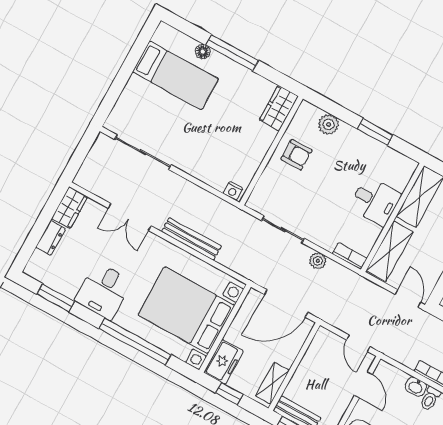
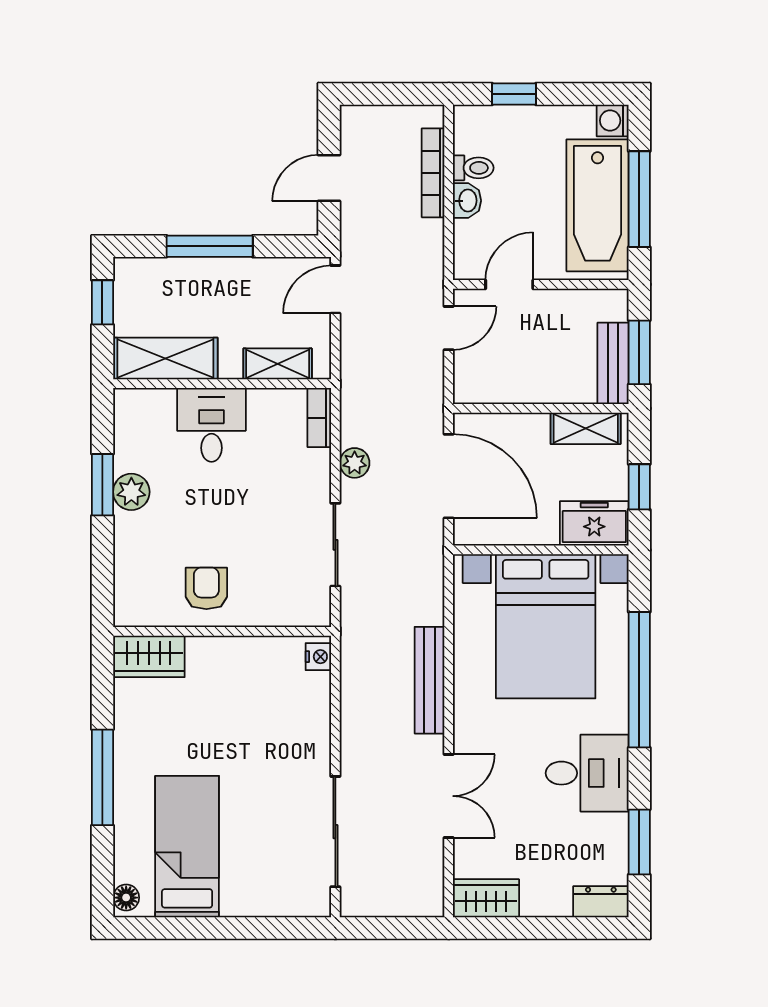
floor lamp: (203, 52) -> (126, 898), moved
plant: (329, 124) -> (131, 492), moved
dresser: (51, 238) -> (601, 902), moved
shelving: (390, 251) -> (278, 364), width x0.67, depth x0.75

